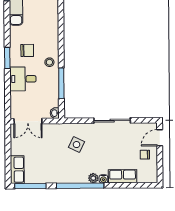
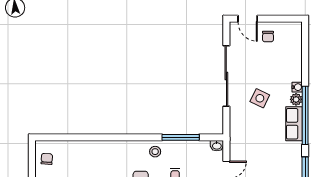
sliding door: (112, 121) -> (226, 76), width x1.36
side table: (76, 145) -> (260, 98), moved
row of seats: (123, 176) -> (294, 124), moved

